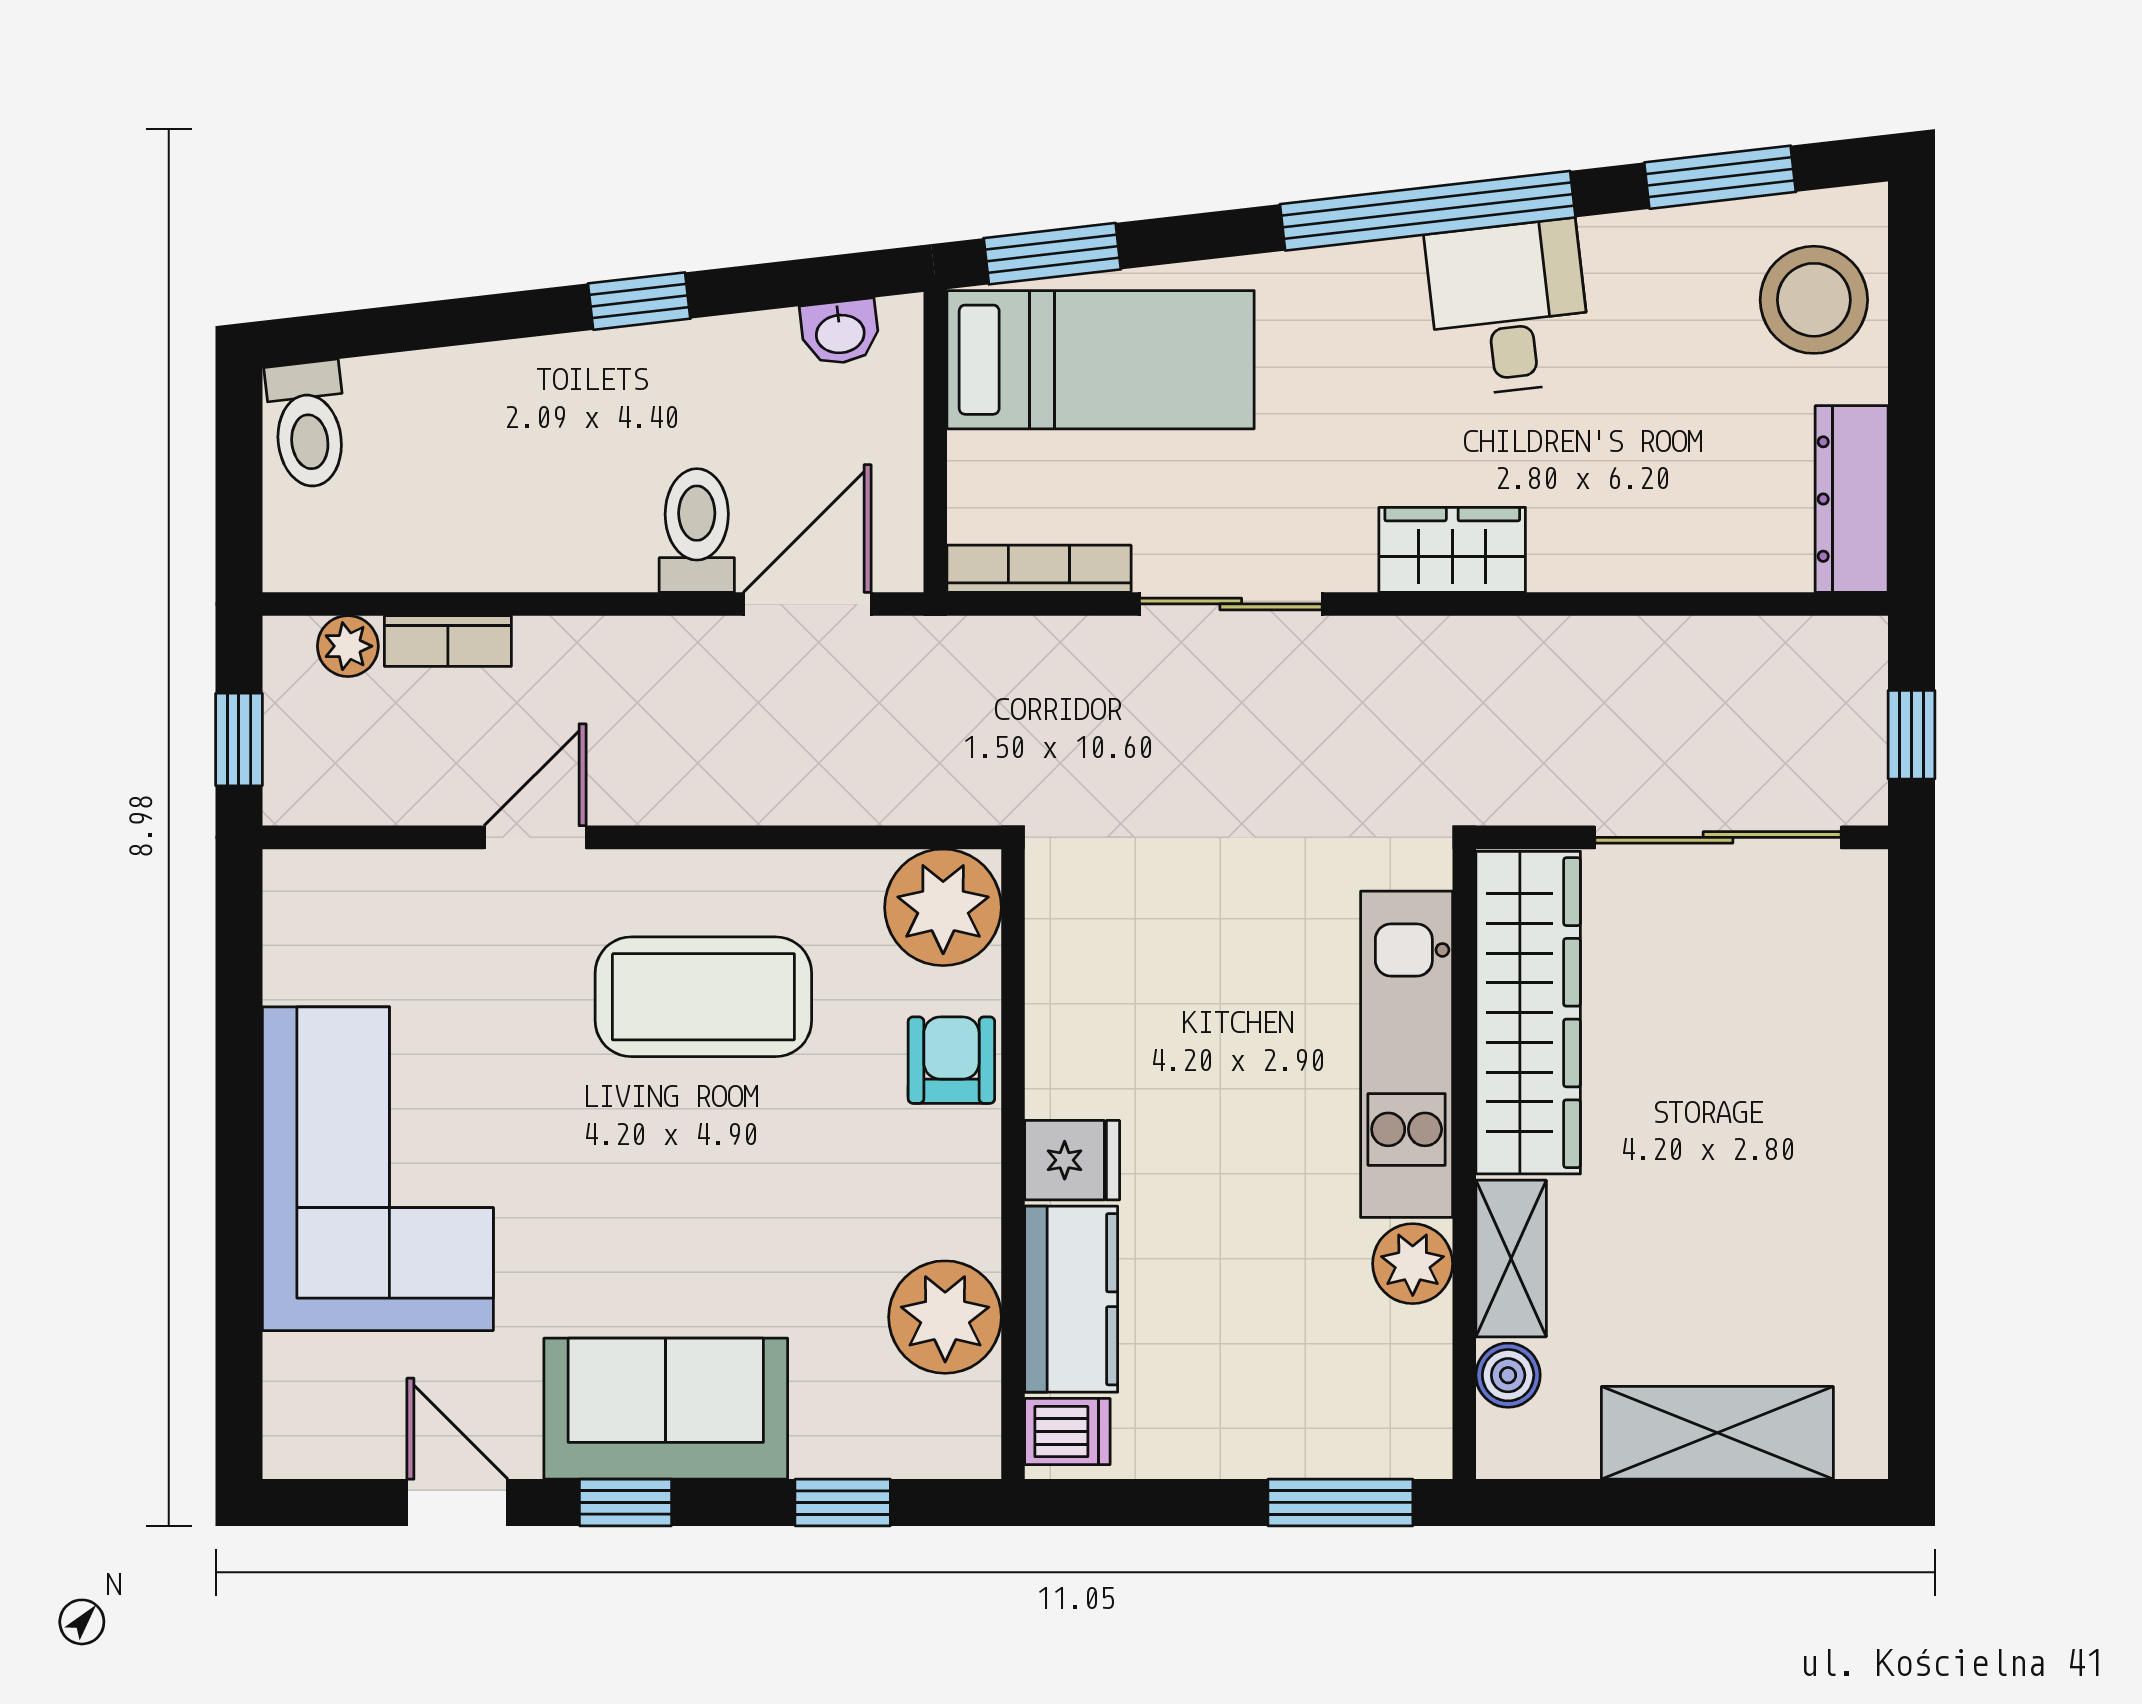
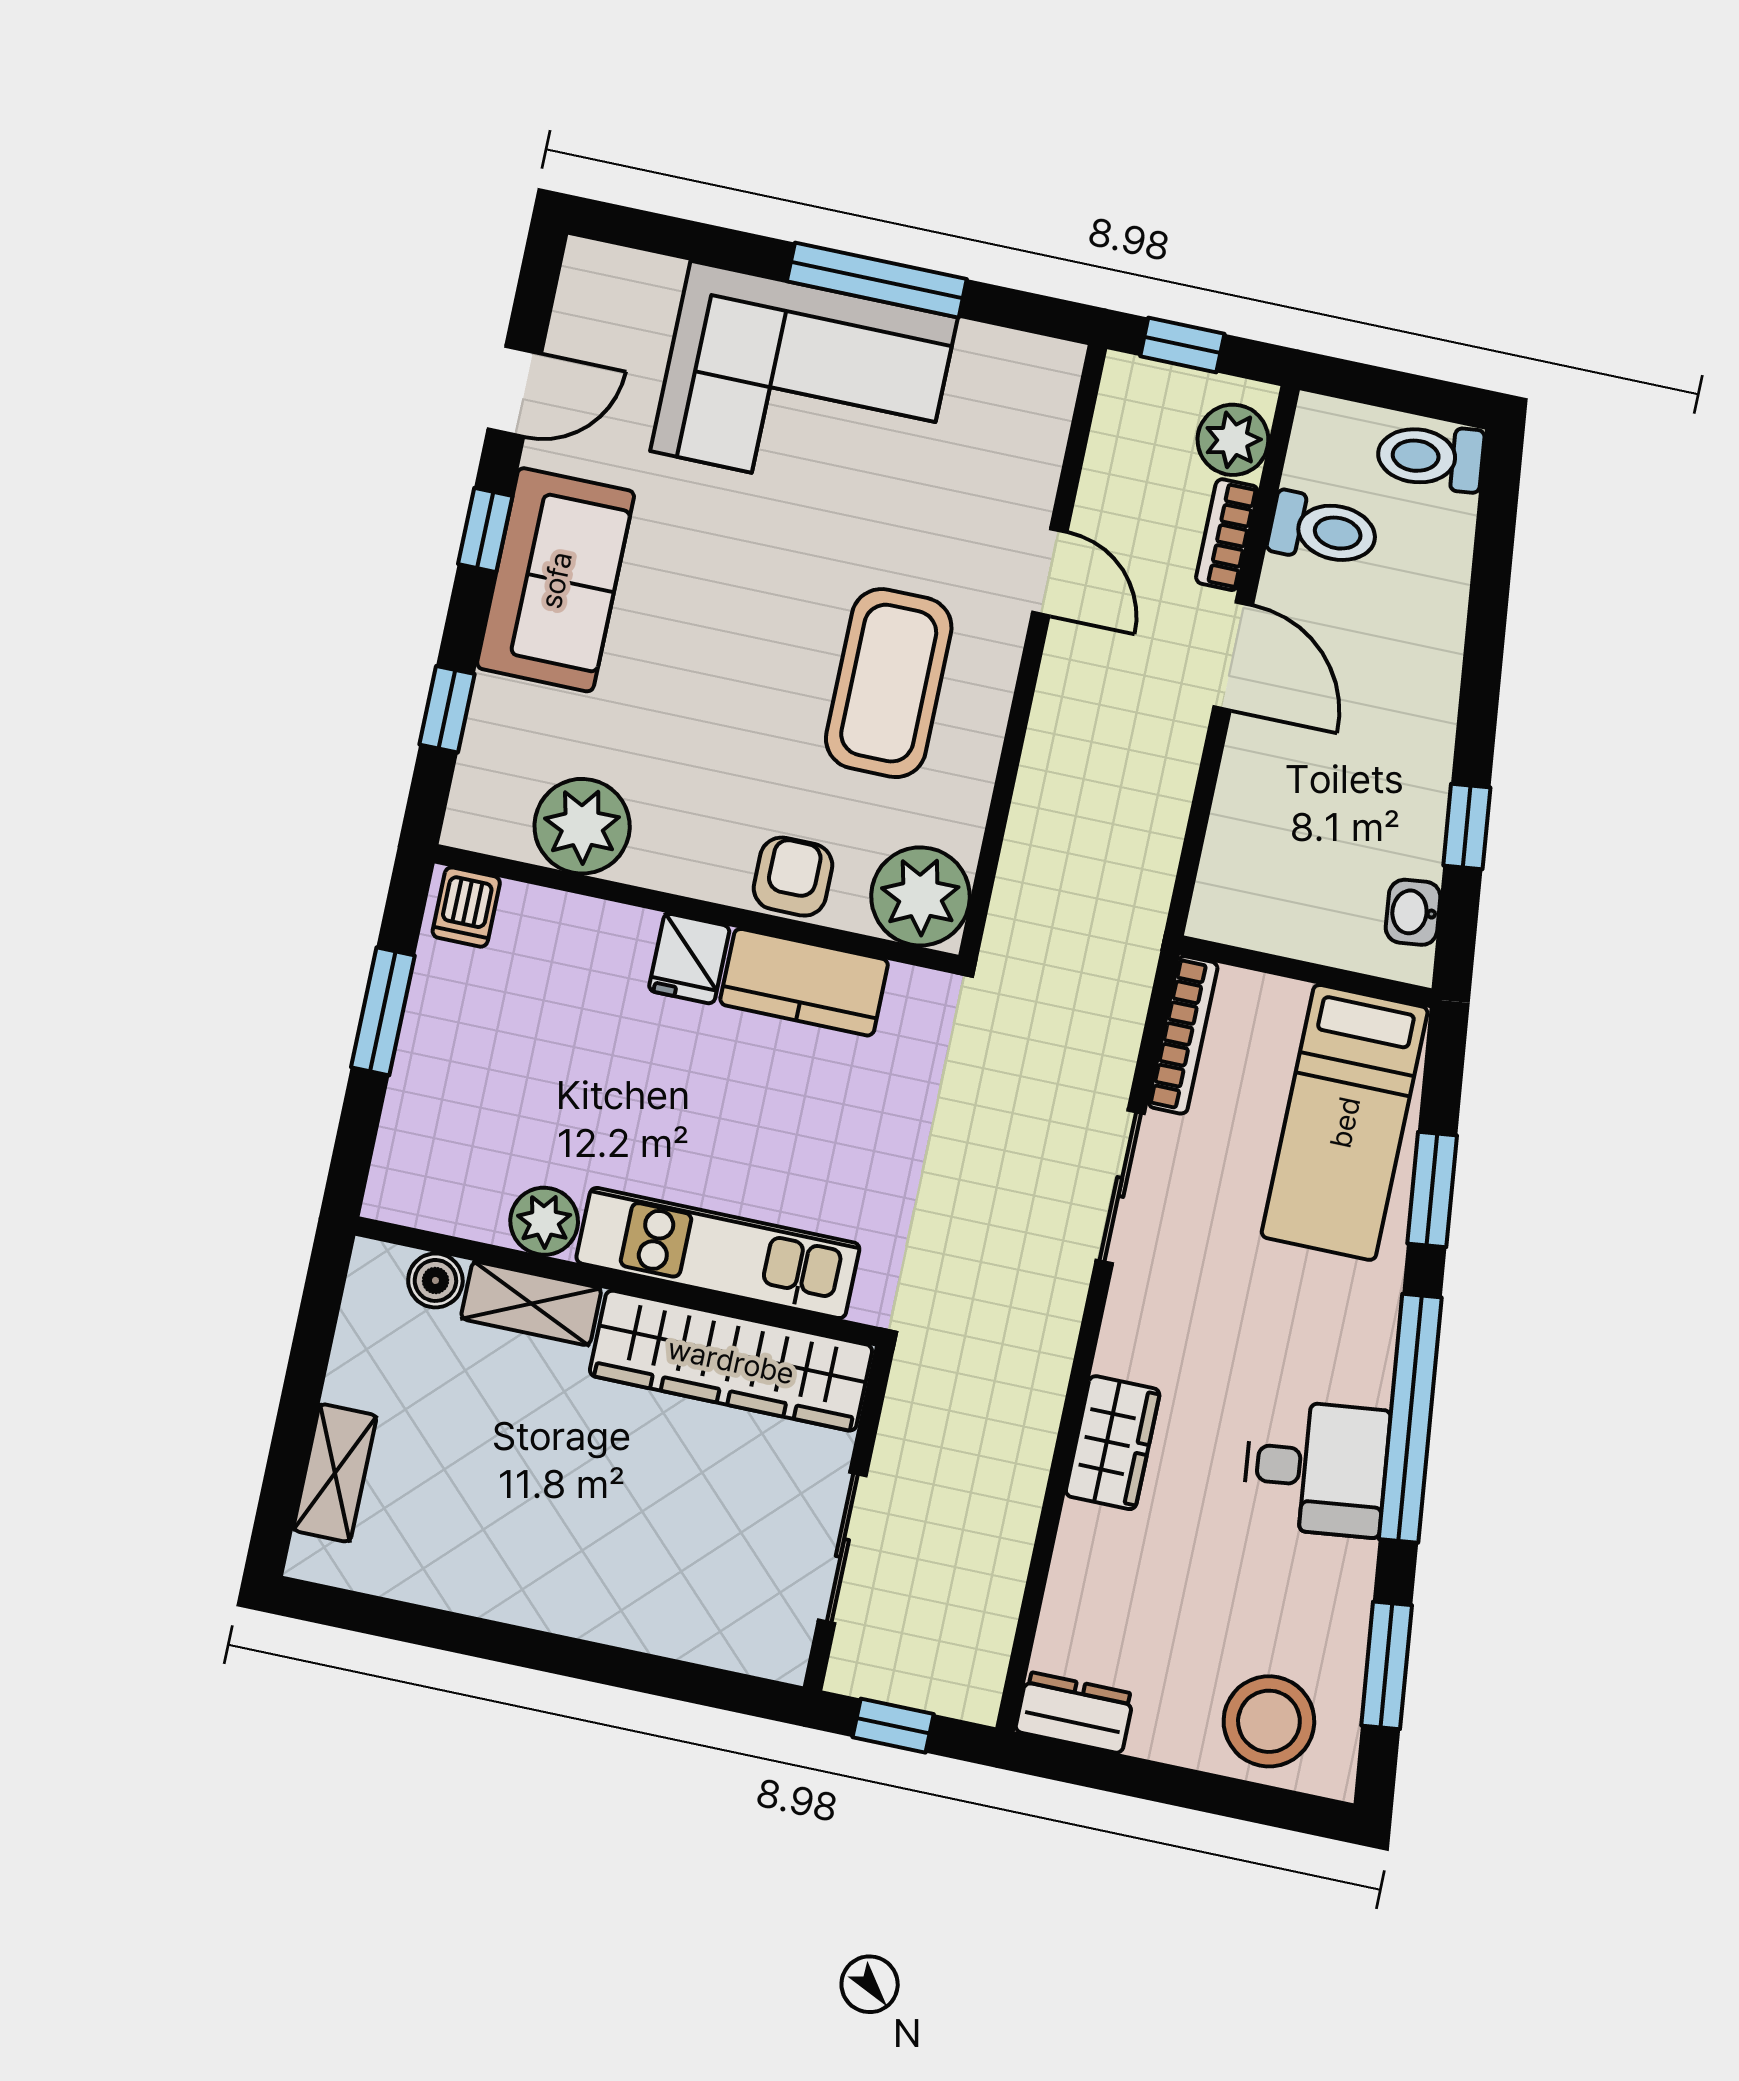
window: (1052, 254) -> (1432, 1189), moved
window: (639, 301) -> (1467, 826), moved
dresser: (1852, 499) -> (1075, 1713), width x0.70
toilet: (697, 530) -> (1323, 530), moved
wardrobe: (1452, 550) -> (1113, 1443), moved
door: (807, 604) -> (1233, 656), moved
plant: (348, 646) -> (1233, 440), width x1.38, depth x1.38
sliding door: (1718, 837) -> (842, 1548), width x0.73
armchair: (951, 1060) -> (793, 877), turned -90
window: (239, 1110) -> (877, 280), added
kitchen counter: (1071, 1299) -> (804, 982), moved
shelving: (1717, 1433) -> (335, 1473), width x0.67, depth x0.75
window: (1340, 1502) -> (383, 1011), moved

